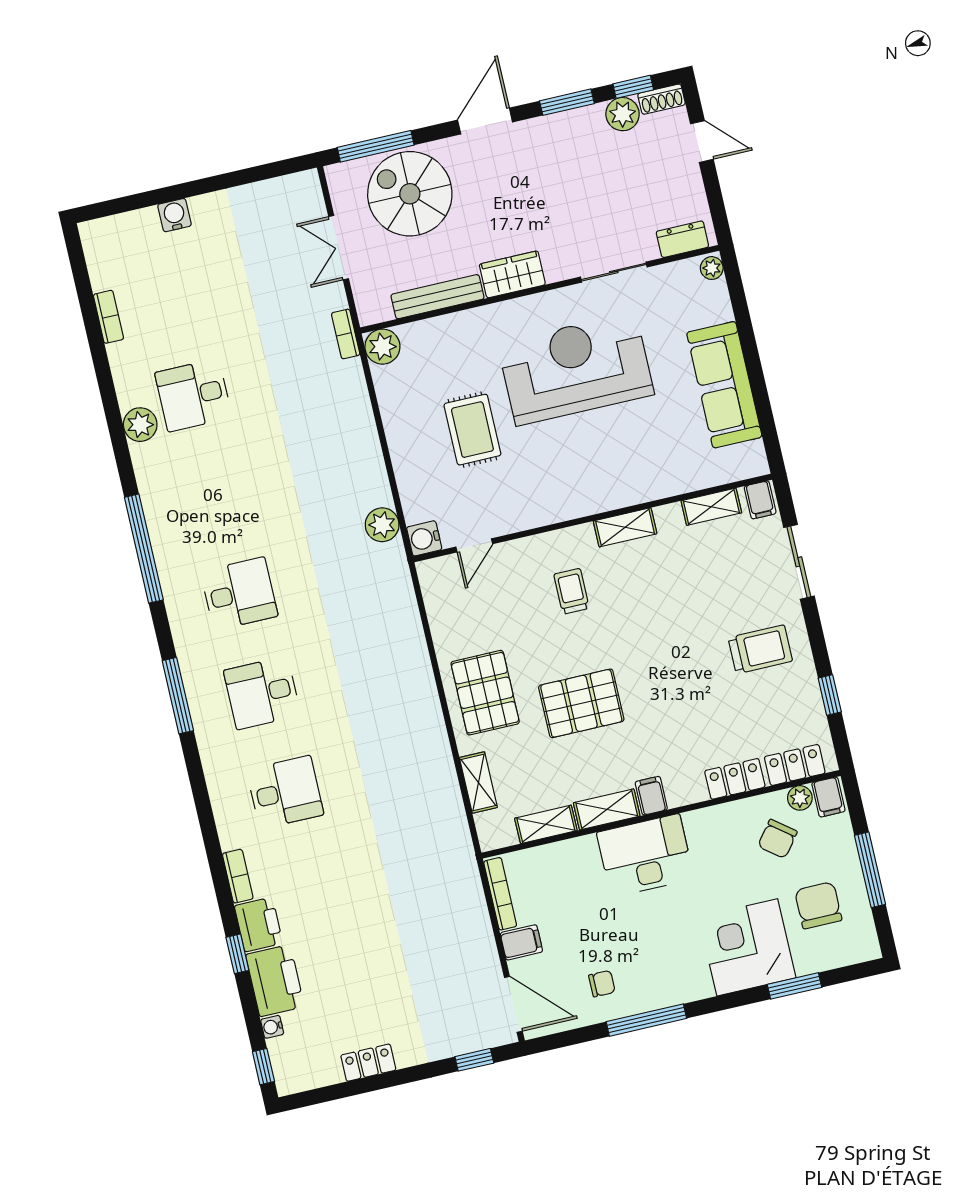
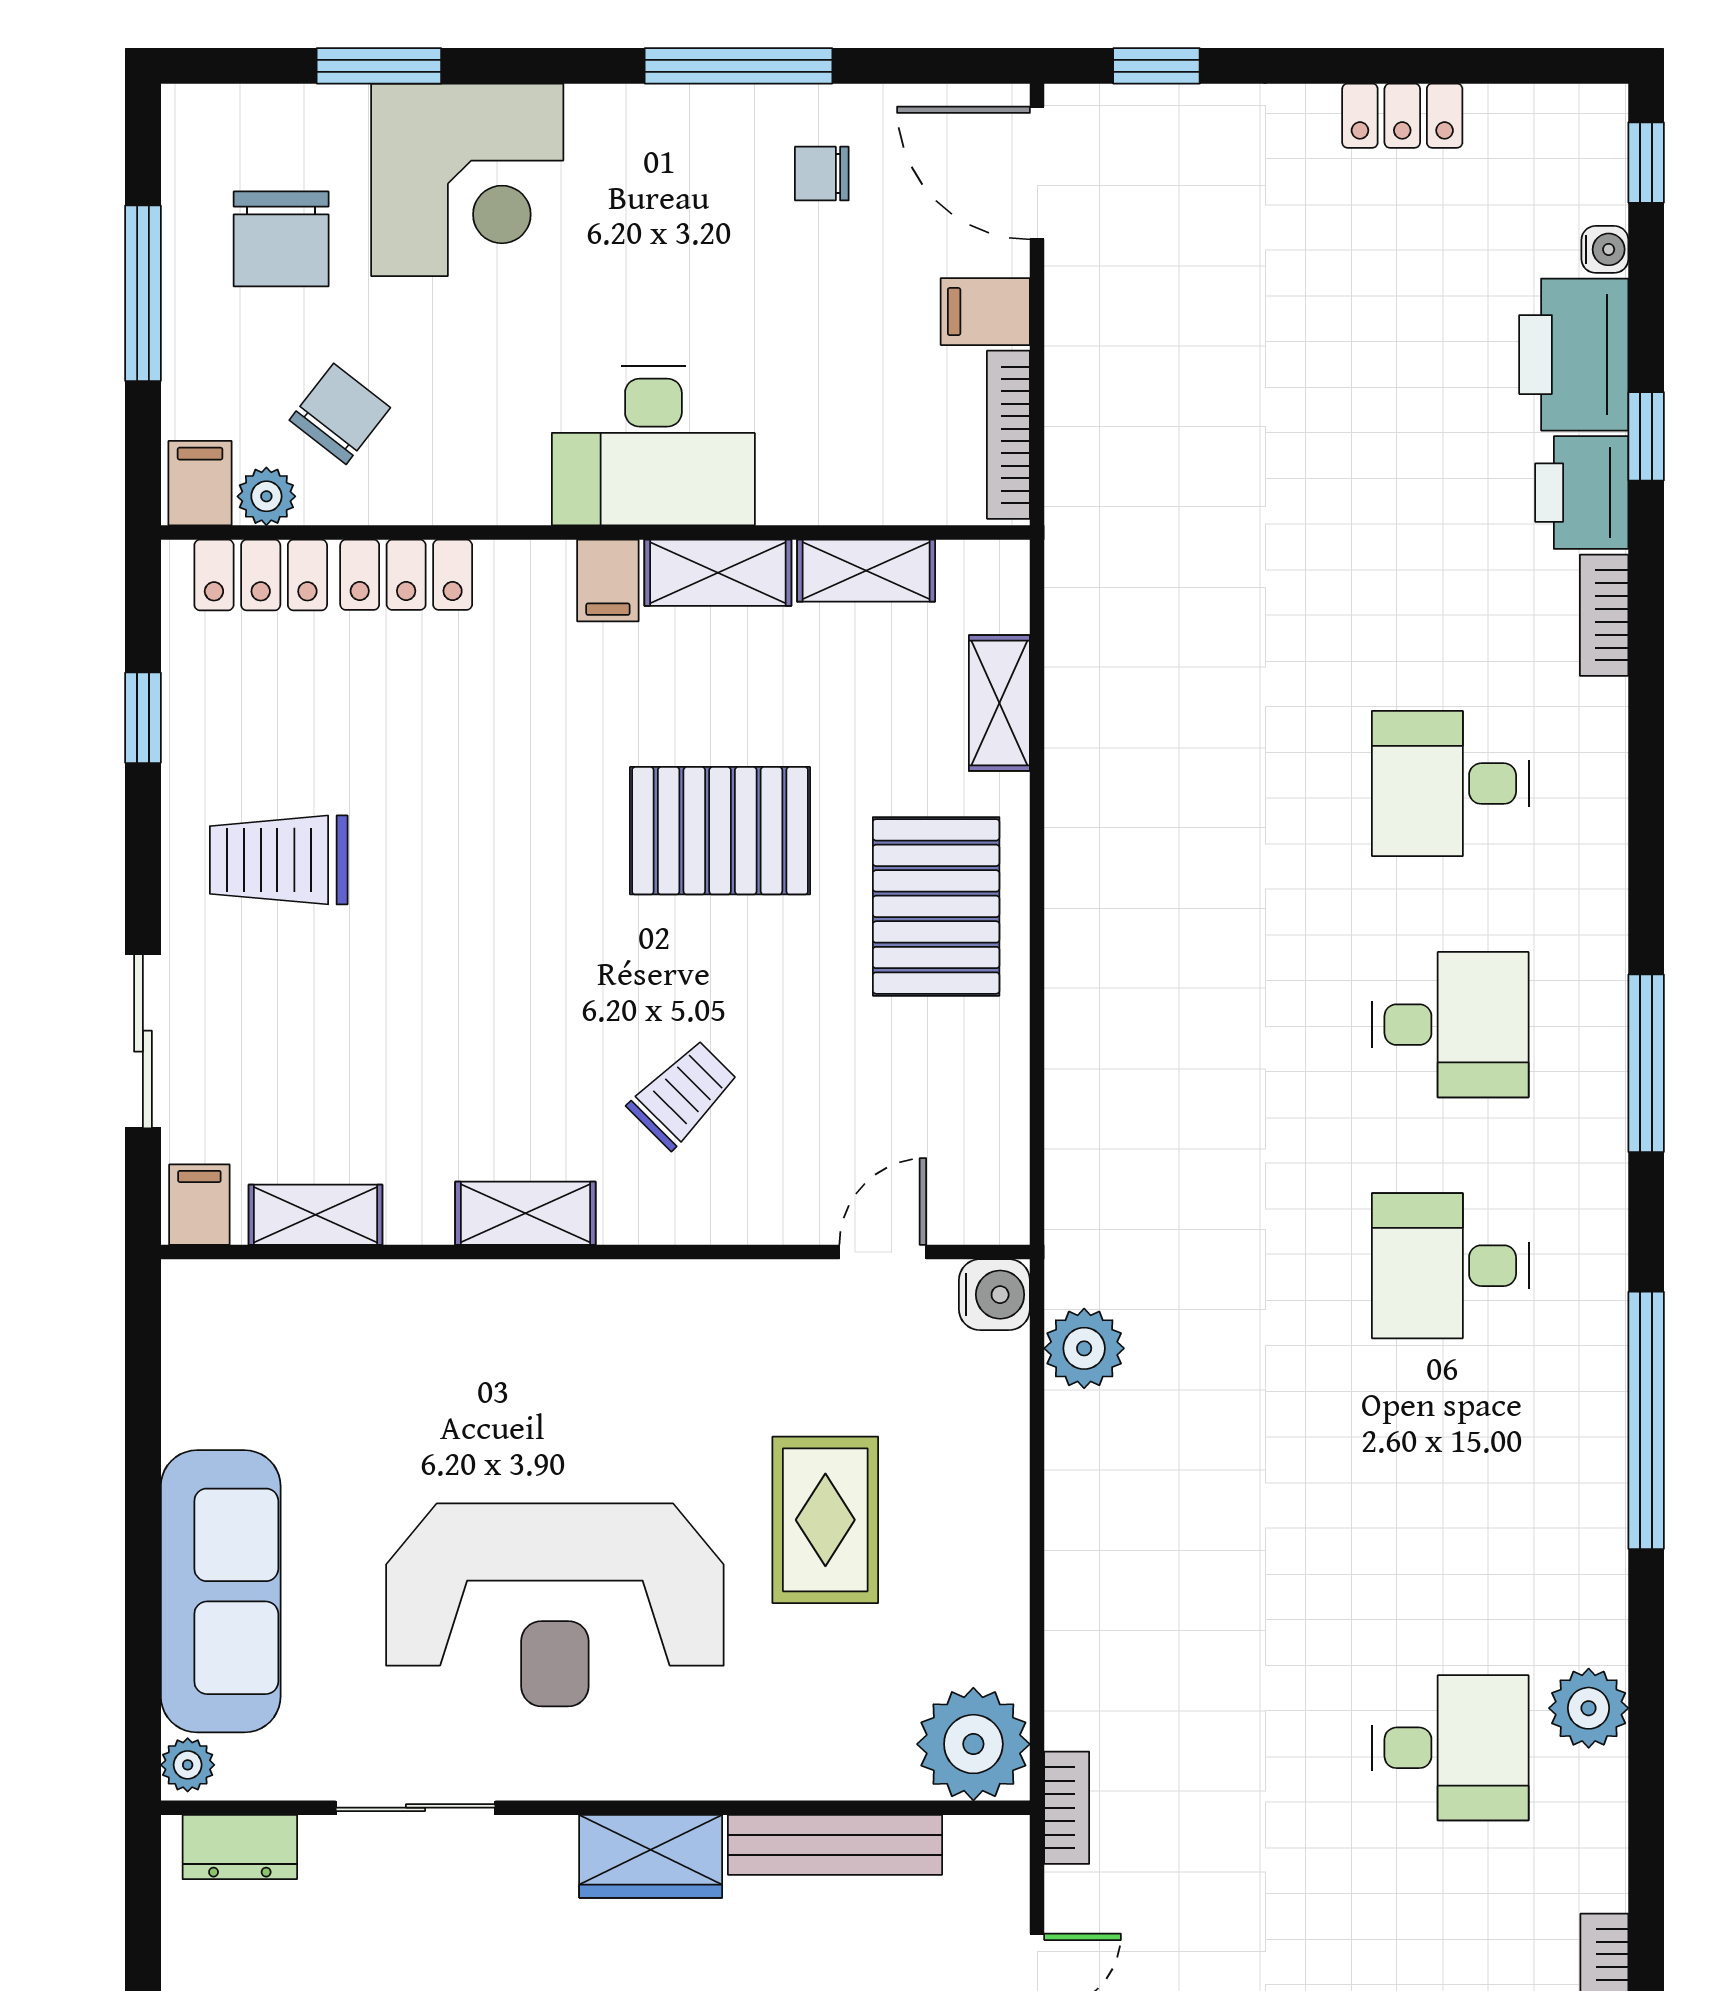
plant: (382, 347) -> (973, 1744), width x1.36, depth x1.36
sofa: (724, 385) -> (221, 1591), moved
trolley: (571, 591) -> (683, 1094), turned -135

